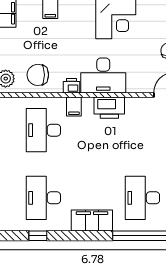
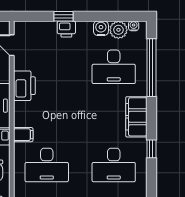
printer: (109, 108) -> (24, 86), moved
window: (38, 236) -> (151, 149), moved

